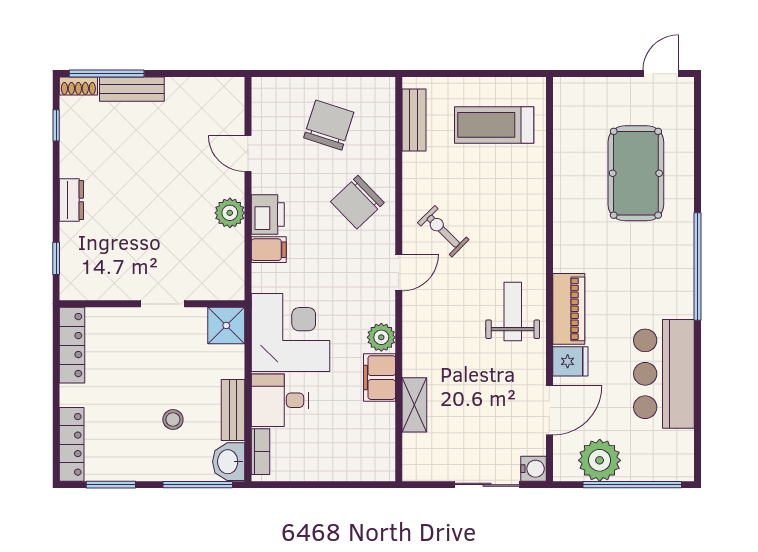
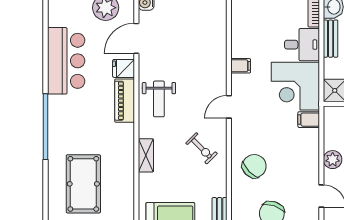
printer: (268, 215) -> (309, 159), removed
filing cabinet: (269, 250) -> (309, 120), moved
door: (399, 273) -> (229, 107), moved
plant: (381, 337) -> (240, 83), removed
filing cabinet: (380, 378) -> (241, 66), width x0.50
shelving: (414, 405) -> (146, 155), moved

